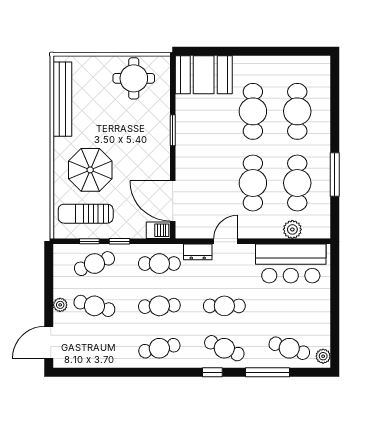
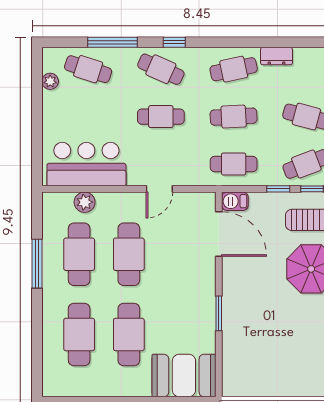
round table: (134, 78) -> (262, 371), removed
dresser: (198, 252) -> (276, 56), moved, turned 180
plant: (323, 356) -> (50, 81), moved

